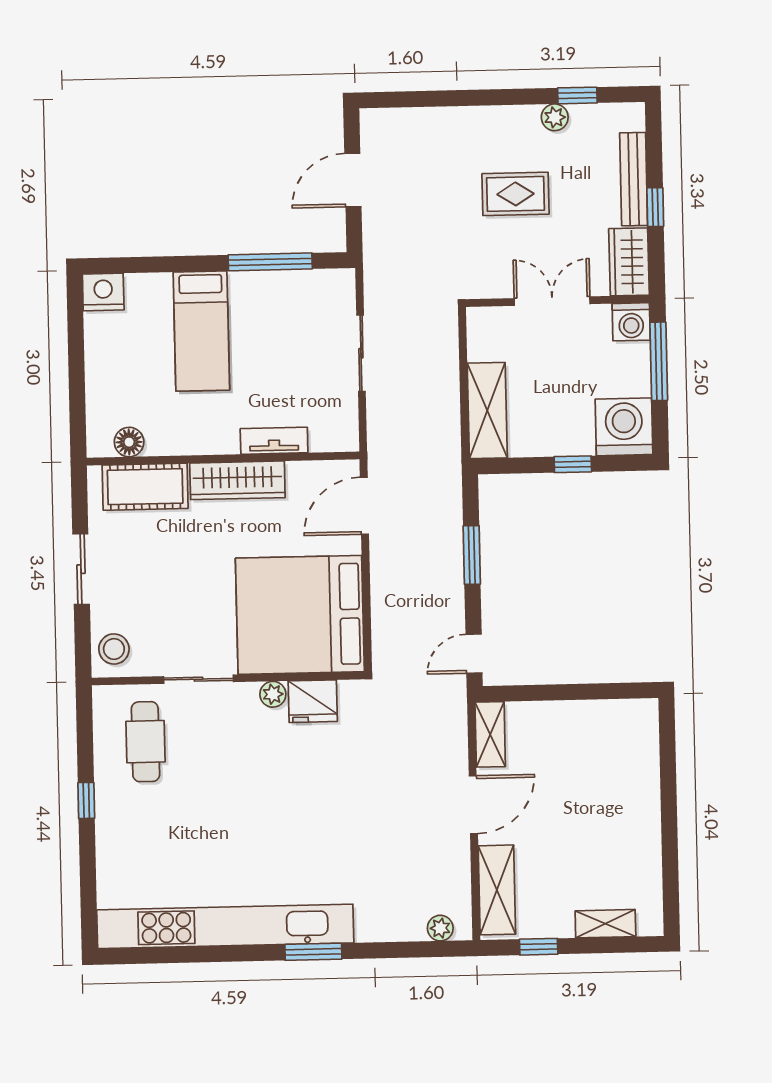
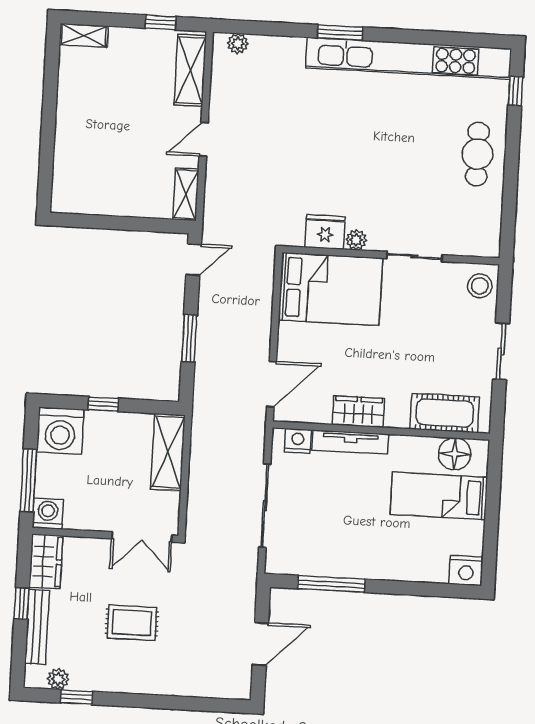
plant: (555, 117) -> (58, 679), moved
double door: (552, 301) -> (142, 537), moved
bed: (201, 331) -> (439, 496), moved, turned -90
sliding door: (361, 353) -> (265, 506), width x1.37
nightstand: (326, 438) -> (298, 441), added
tv unit: (274, 441) -> (350, 442), width x1.41
floor lamp: (129, 442) -> (455, 454), width x1.38, depth x1.38
wardrobe: (237, 480) -> (358, 412), width x0.67
bed: (300, 615) -> (330, 289), width x0.73
cafe table: (145, 742) -> (477, 154), moved
window: (86, 800) -> (516, 91), moved
door: (473, 805) -> (204, 139), width x0.73
shelving: (605, 924) -> (84, 35), moved

